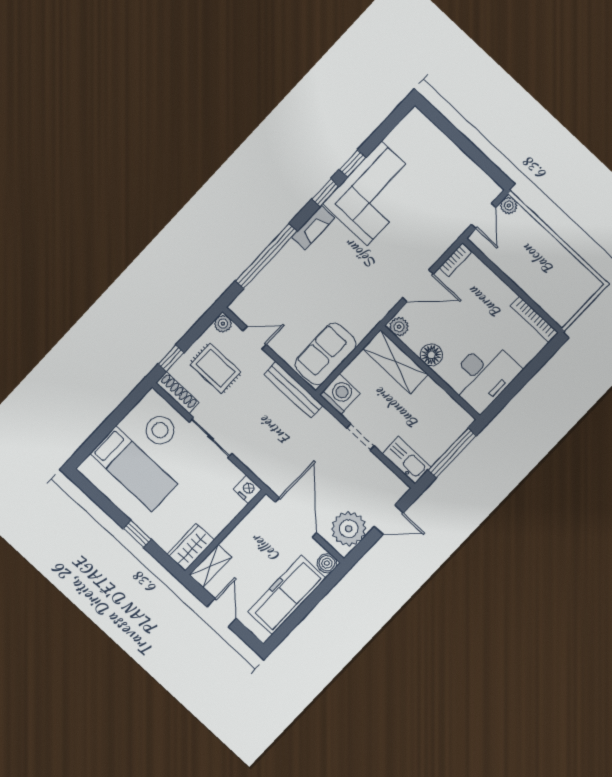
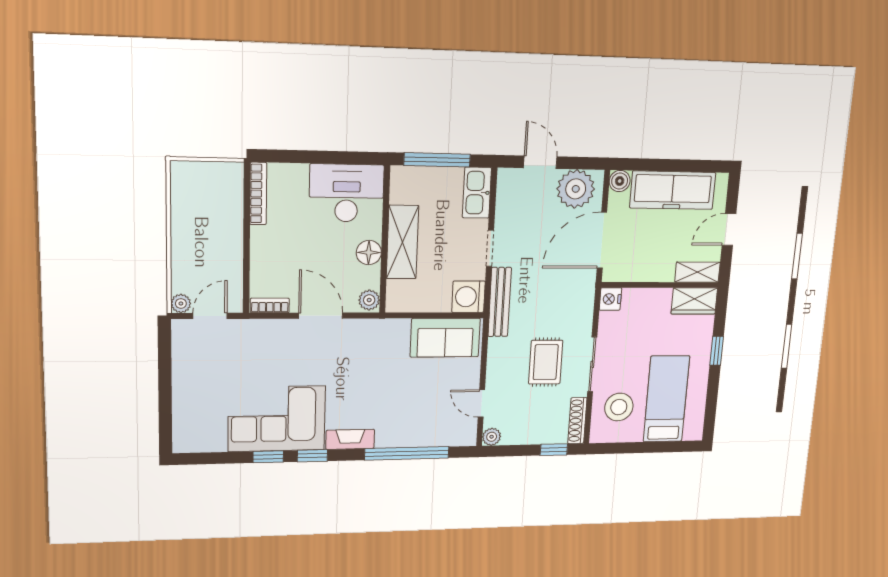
shelving: (396, 362) -> (402, 242), moved
rug: (216, 368) -> (546, 362), moved
bench: (293, 390) -> (500, 302), moved

